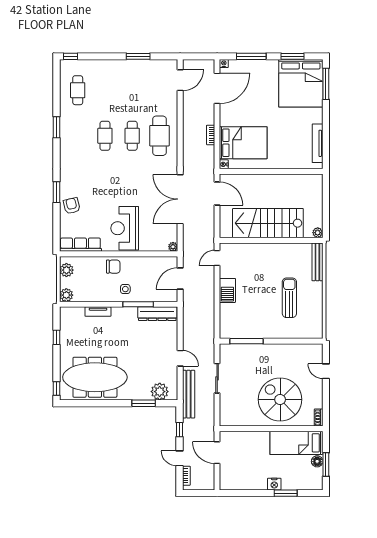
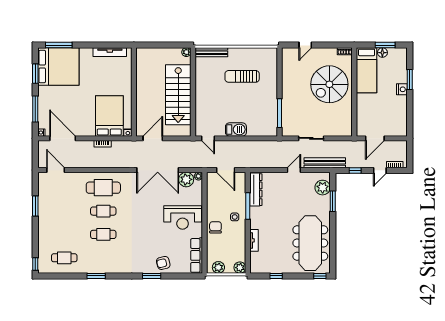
plant: (169, 232) -> (186, 179), added

